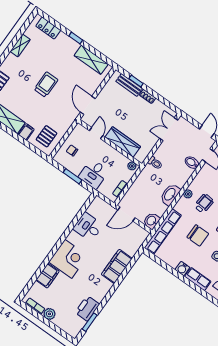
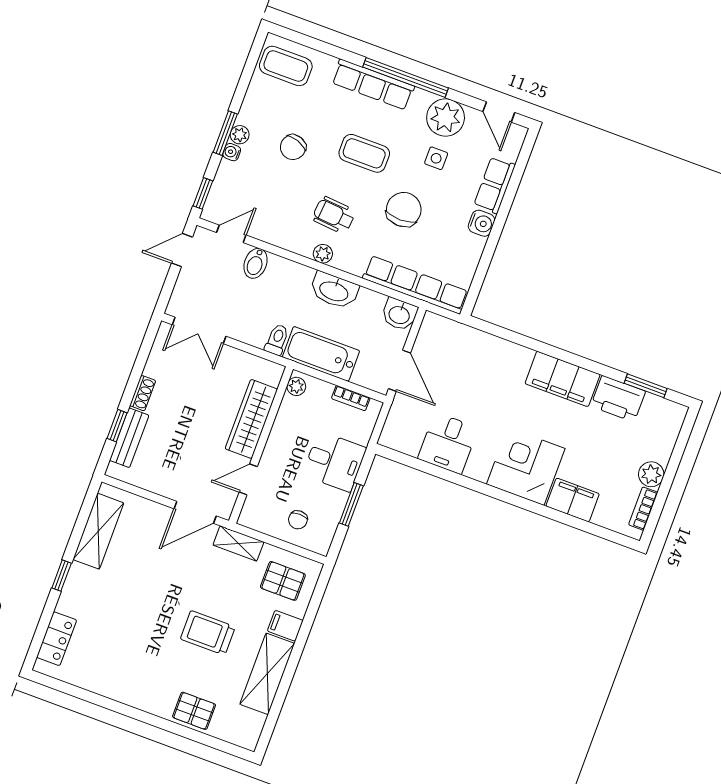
shelving: (20, 45) -> (238, 543), moved
trolley: (46, 85) -> (208, 633), moved
bathtub: (143, 181) -> (321, 354), added
filing cabinet: (117, 266) -> (563, 379), moved

